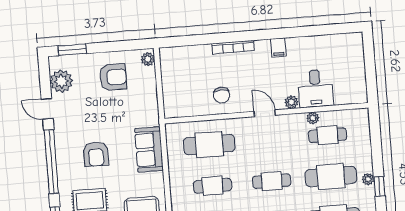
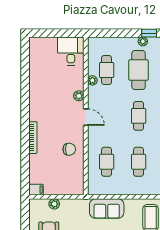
filing cabinet: (278, 48) -> (36, 190), moved
plant: (148, 59) -> (54, 204), moved
desk: (315, 88) -> (71, 51), moved, turned -90
door: (265, 113) -> (86, 117), swing flipped
cafe table: (209, 145) -> (107, 162), width x0.73, depth x0.74

